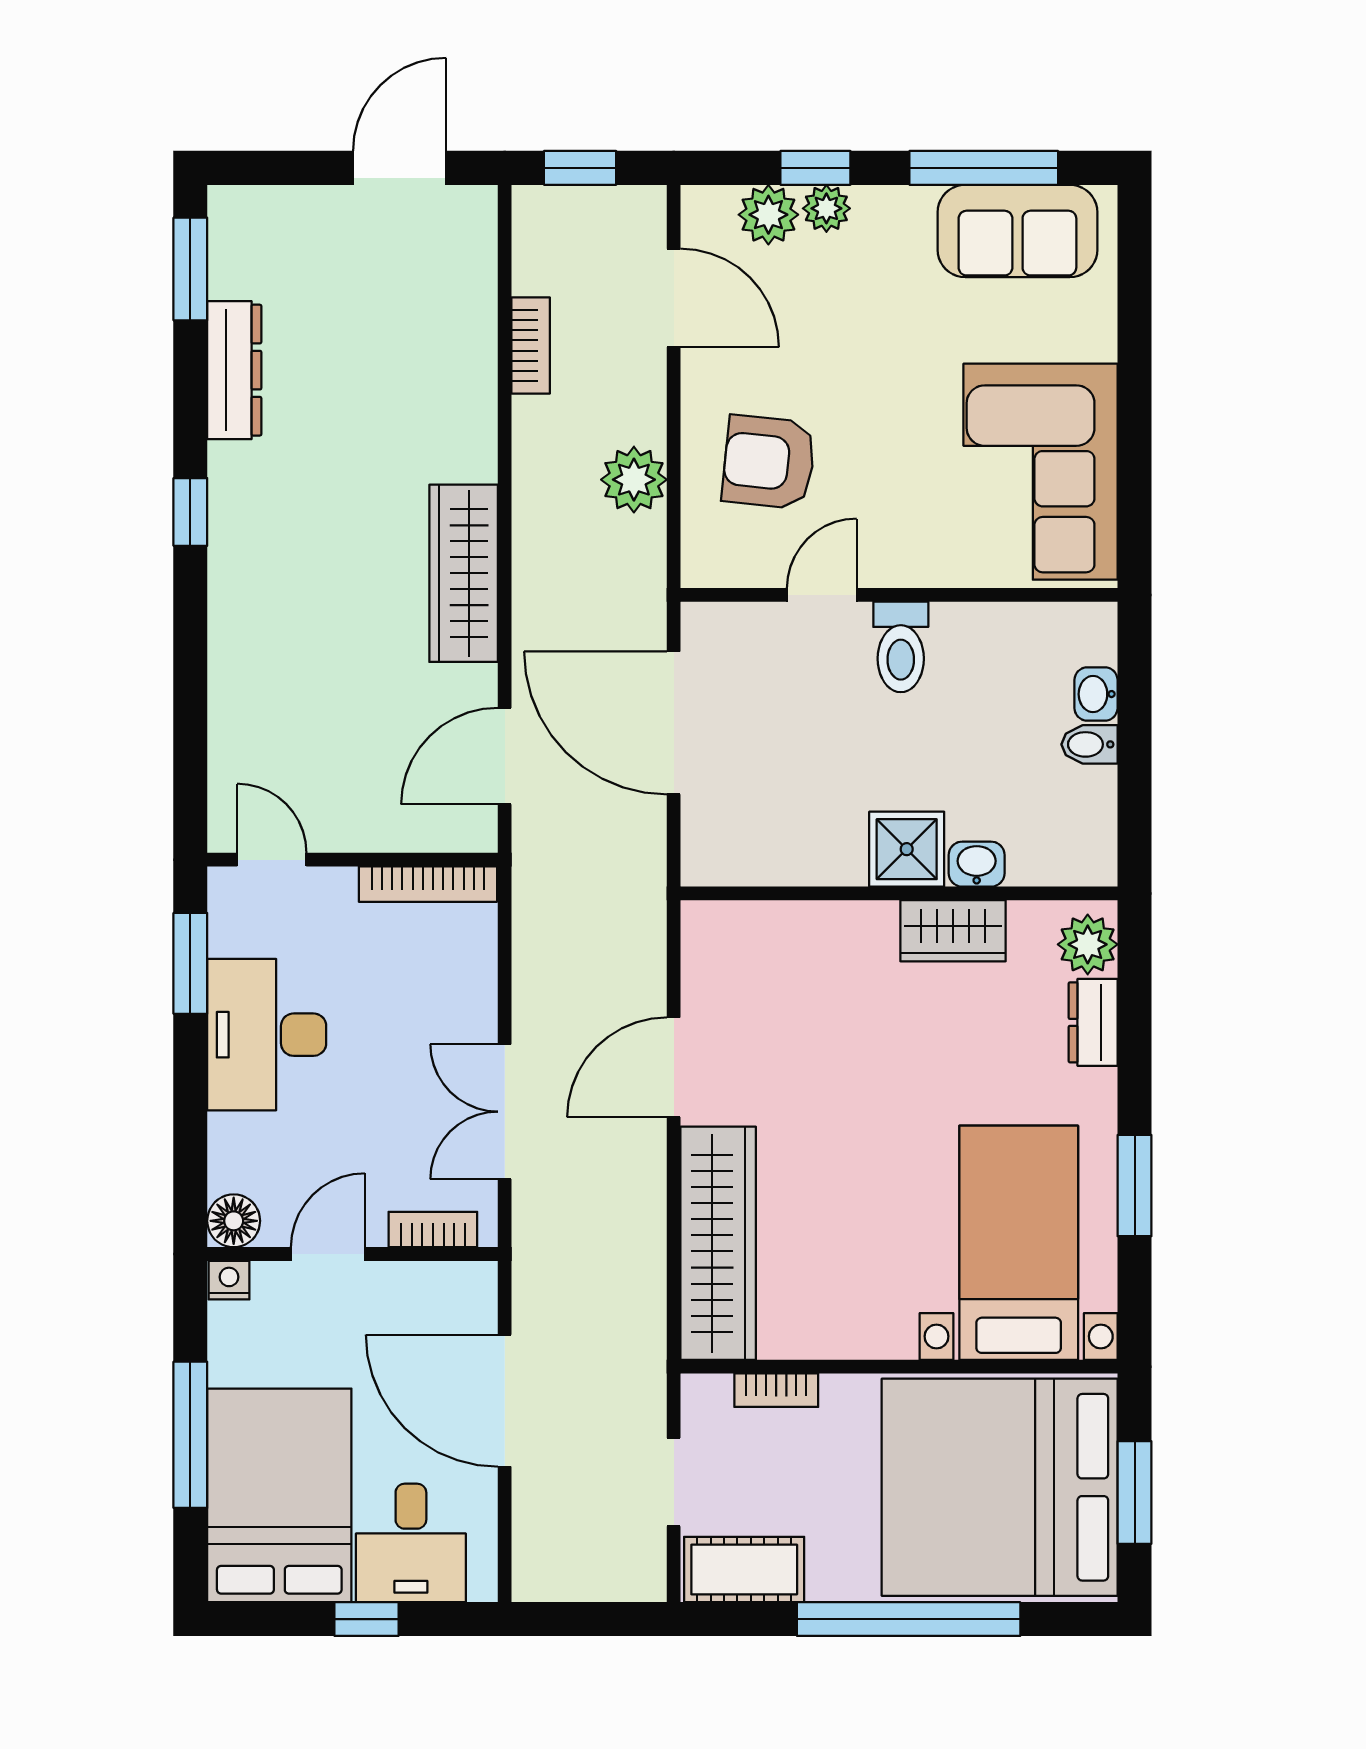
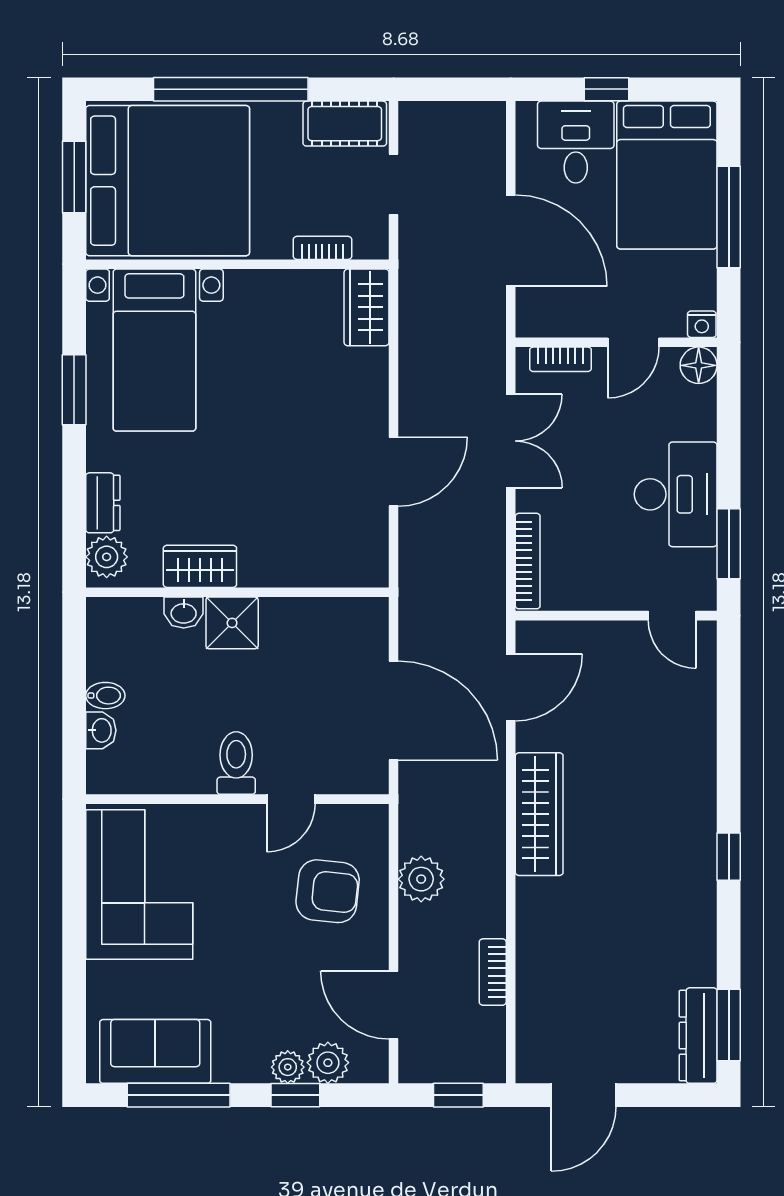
dresser: (234, 370) -> (698, 1036), moved
bookcase: (428, 884) -> (528, 561), moved, turned 90
wardrobe: (718, 1243) -> (367, 307), width x0.48, depth x0.85

